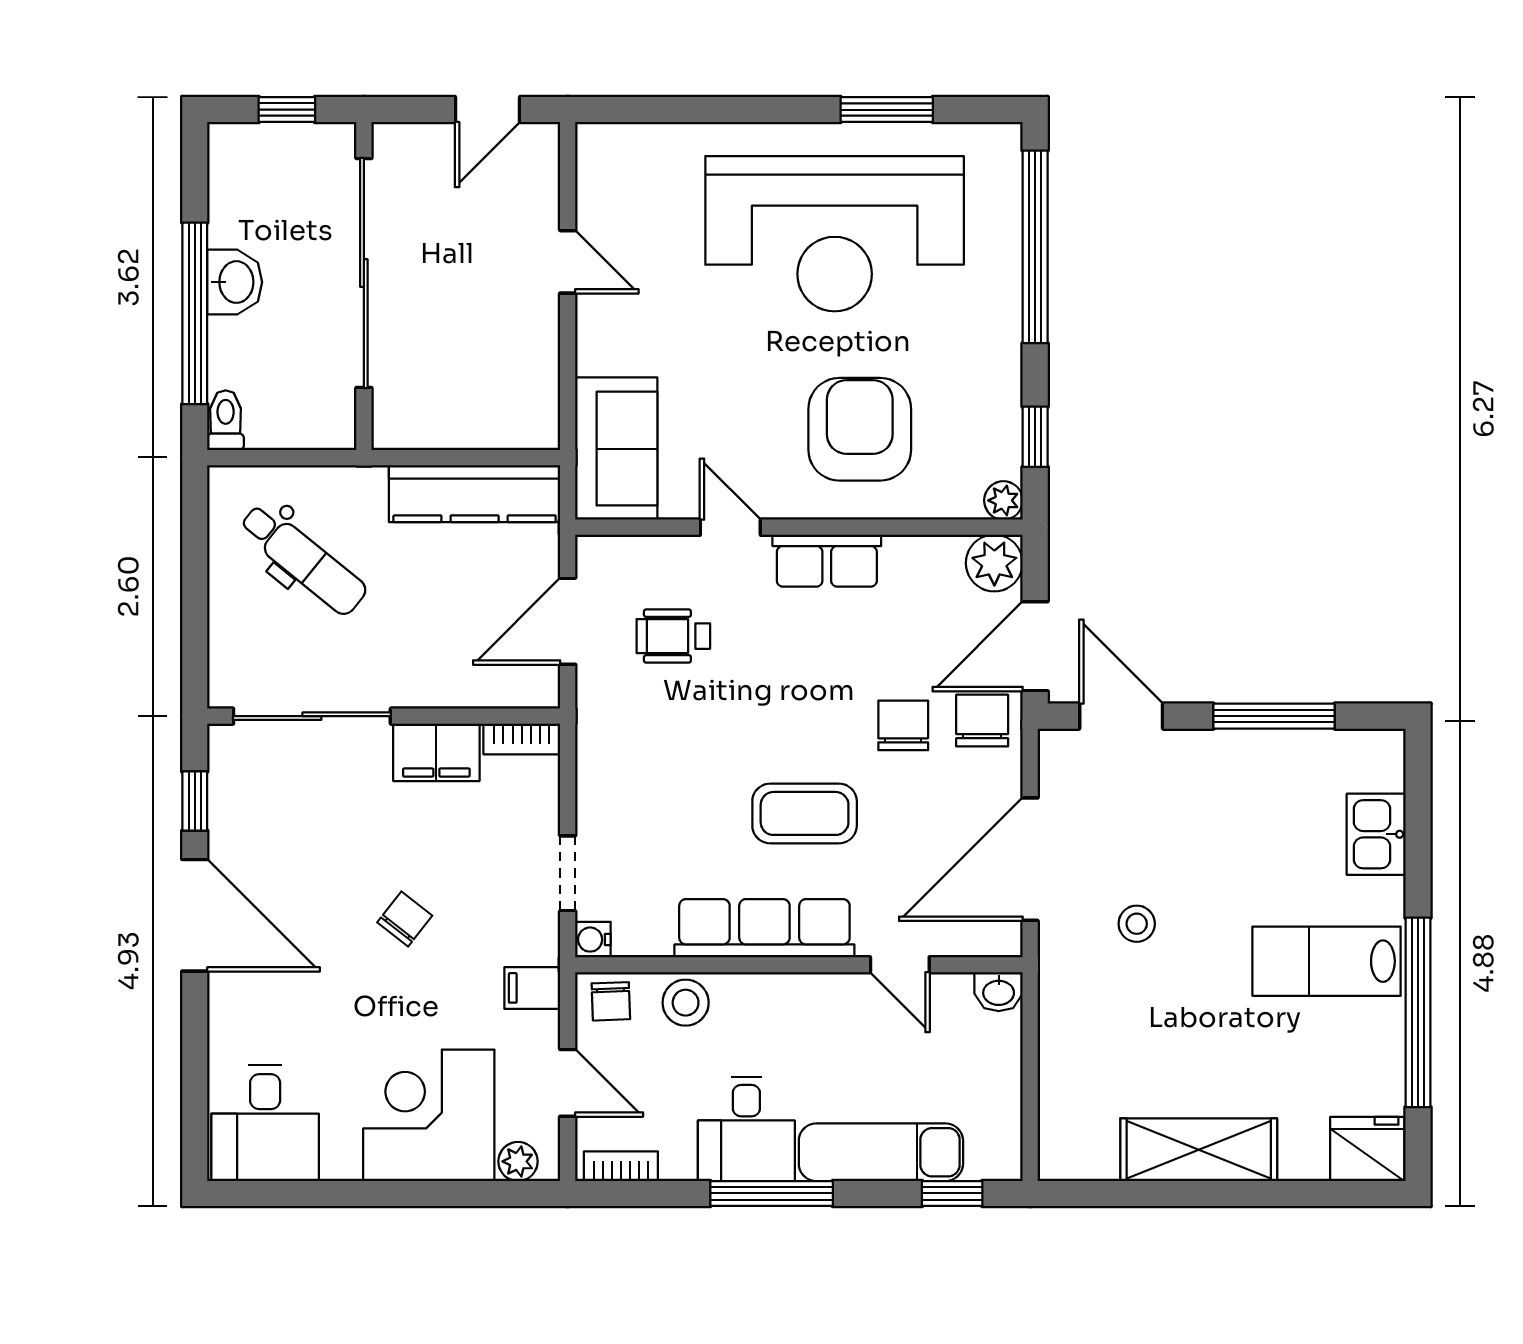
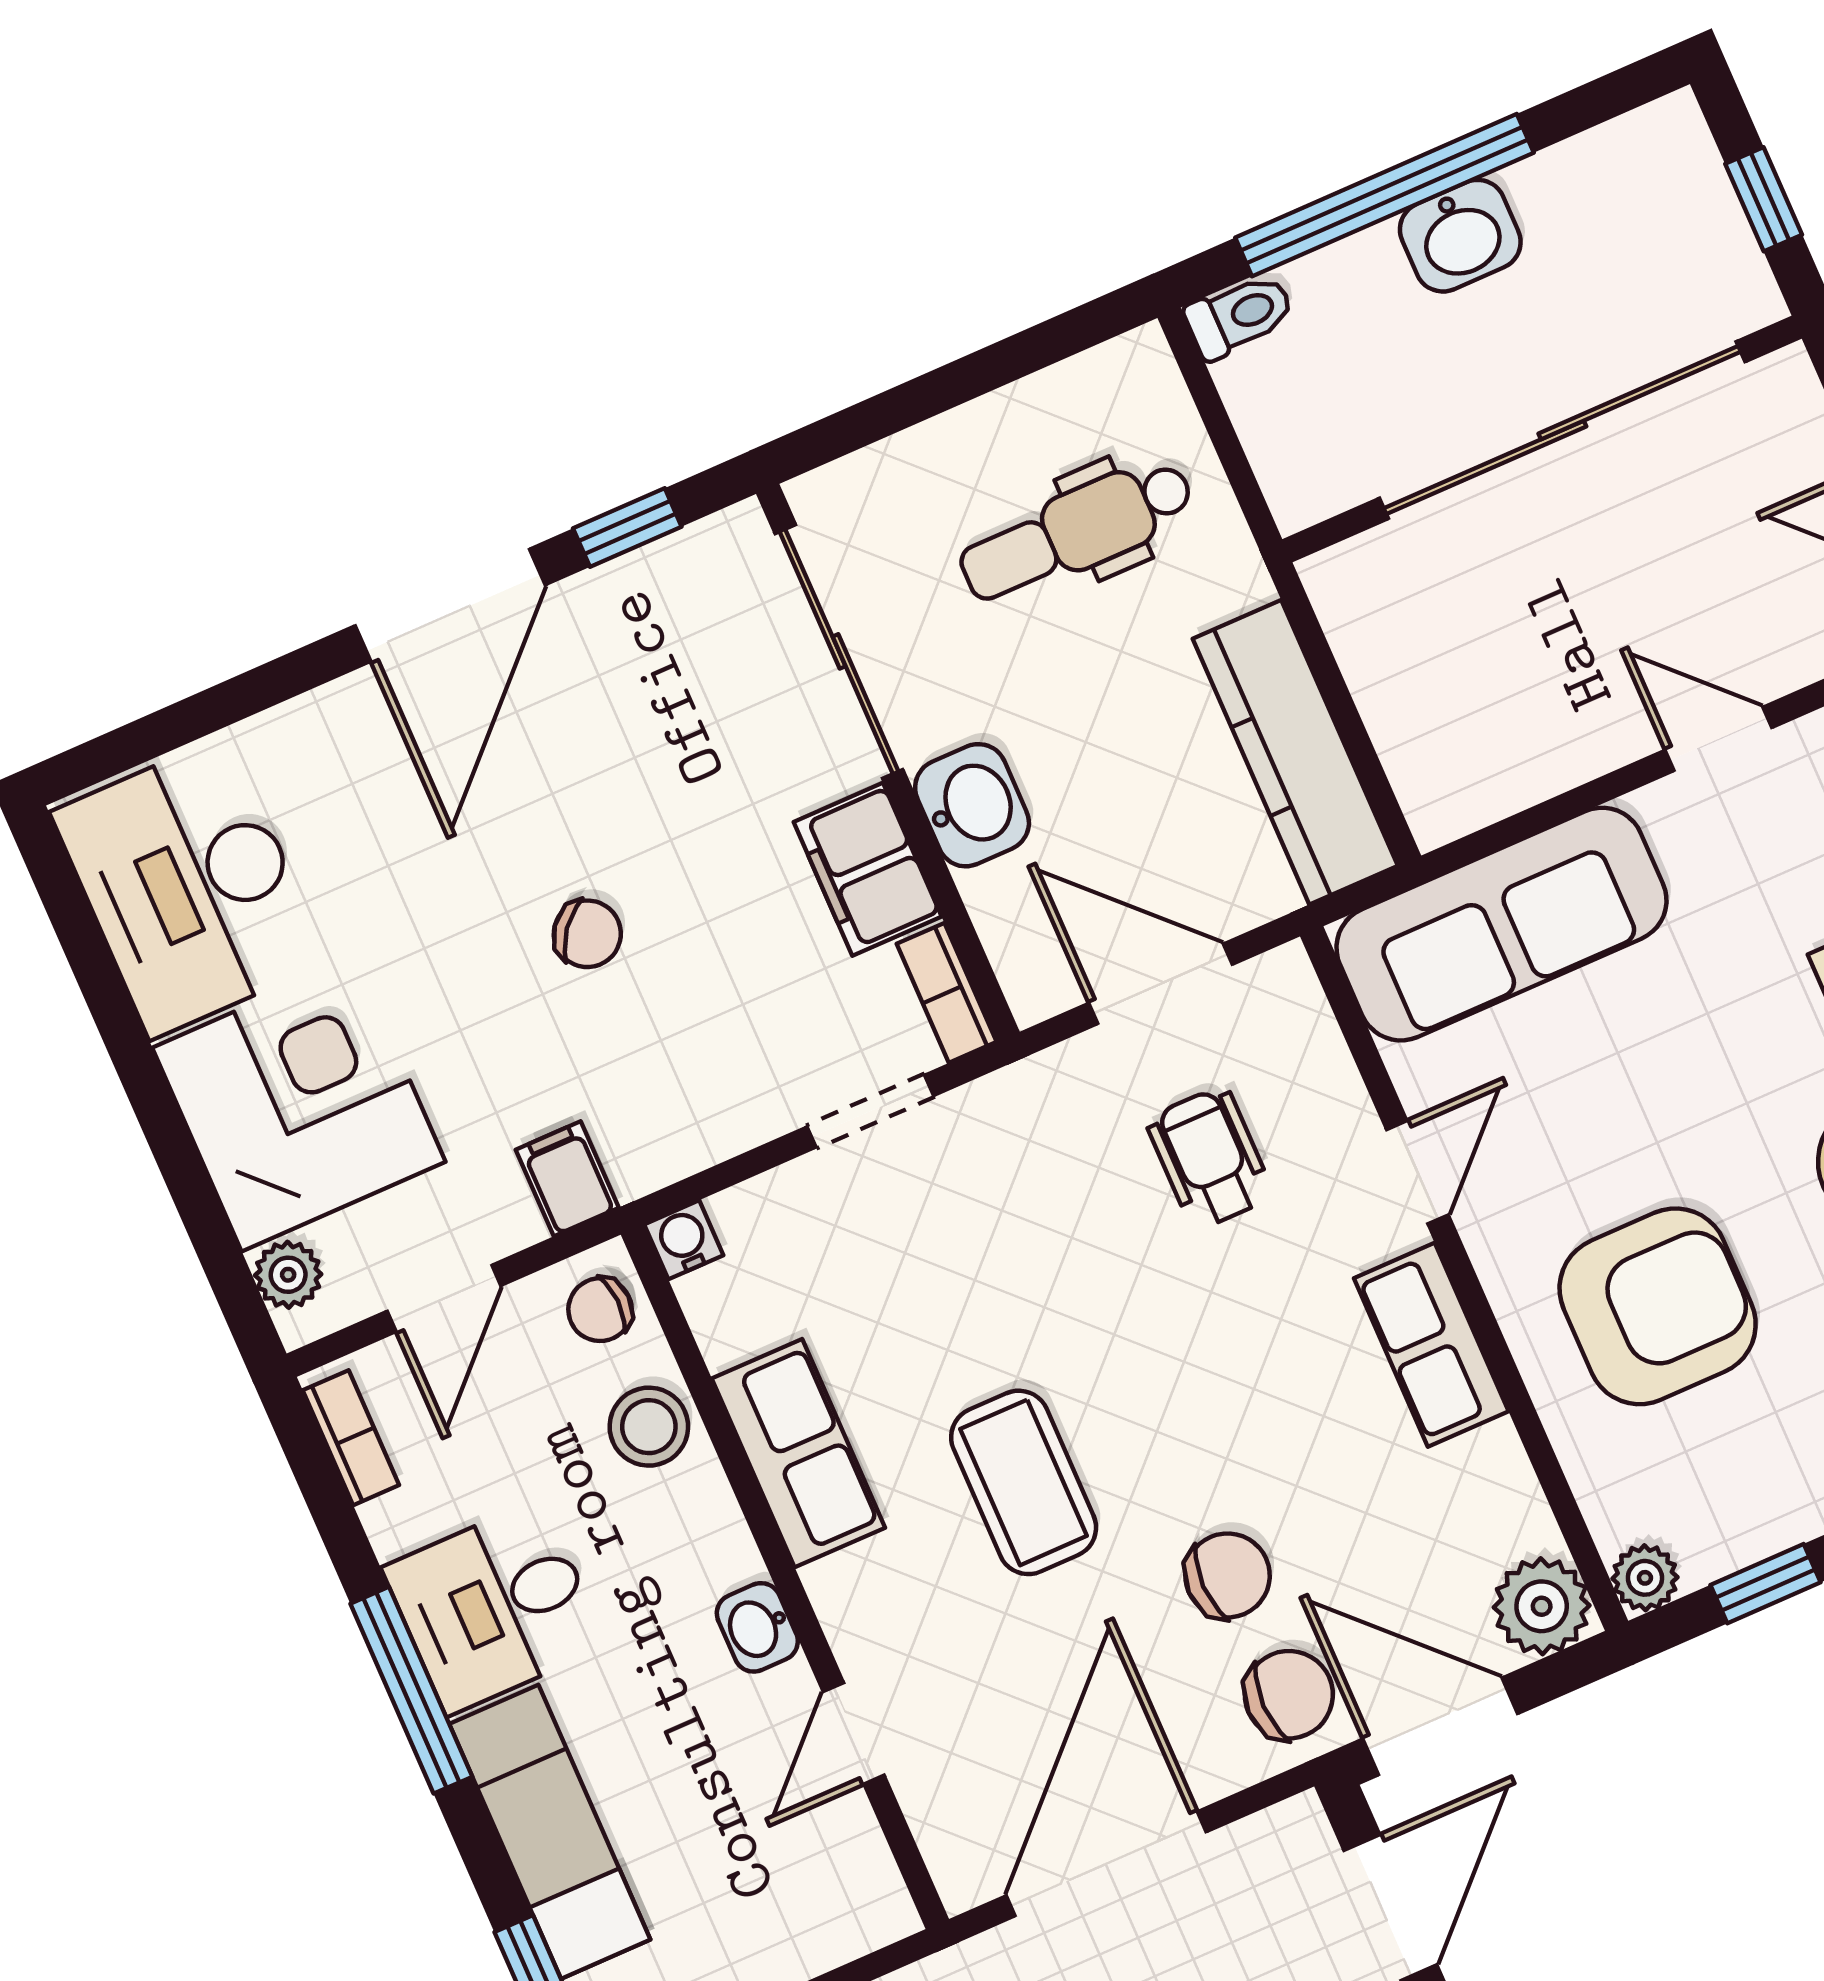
door: (568, 262) -> (1719, 739), swing flipped
sofa: (616, 449) -> (1501, 924), width x1.36
dental chair: (303, 559) -> (1077, 531), turned 51
washbasin: (427, 681) -> (972, 805), added
door: (1030, 859) -> (1106, 1864), hinge flipped
doorway: (568, 873) -> (870, 1111), moved
row of seats: (764, 928) -> (798, 1453), width x0.68
washbasin: (999, 992) -> (757, 1627), moved
desk: (265, 1123) -> (189, 887), width x1.37

